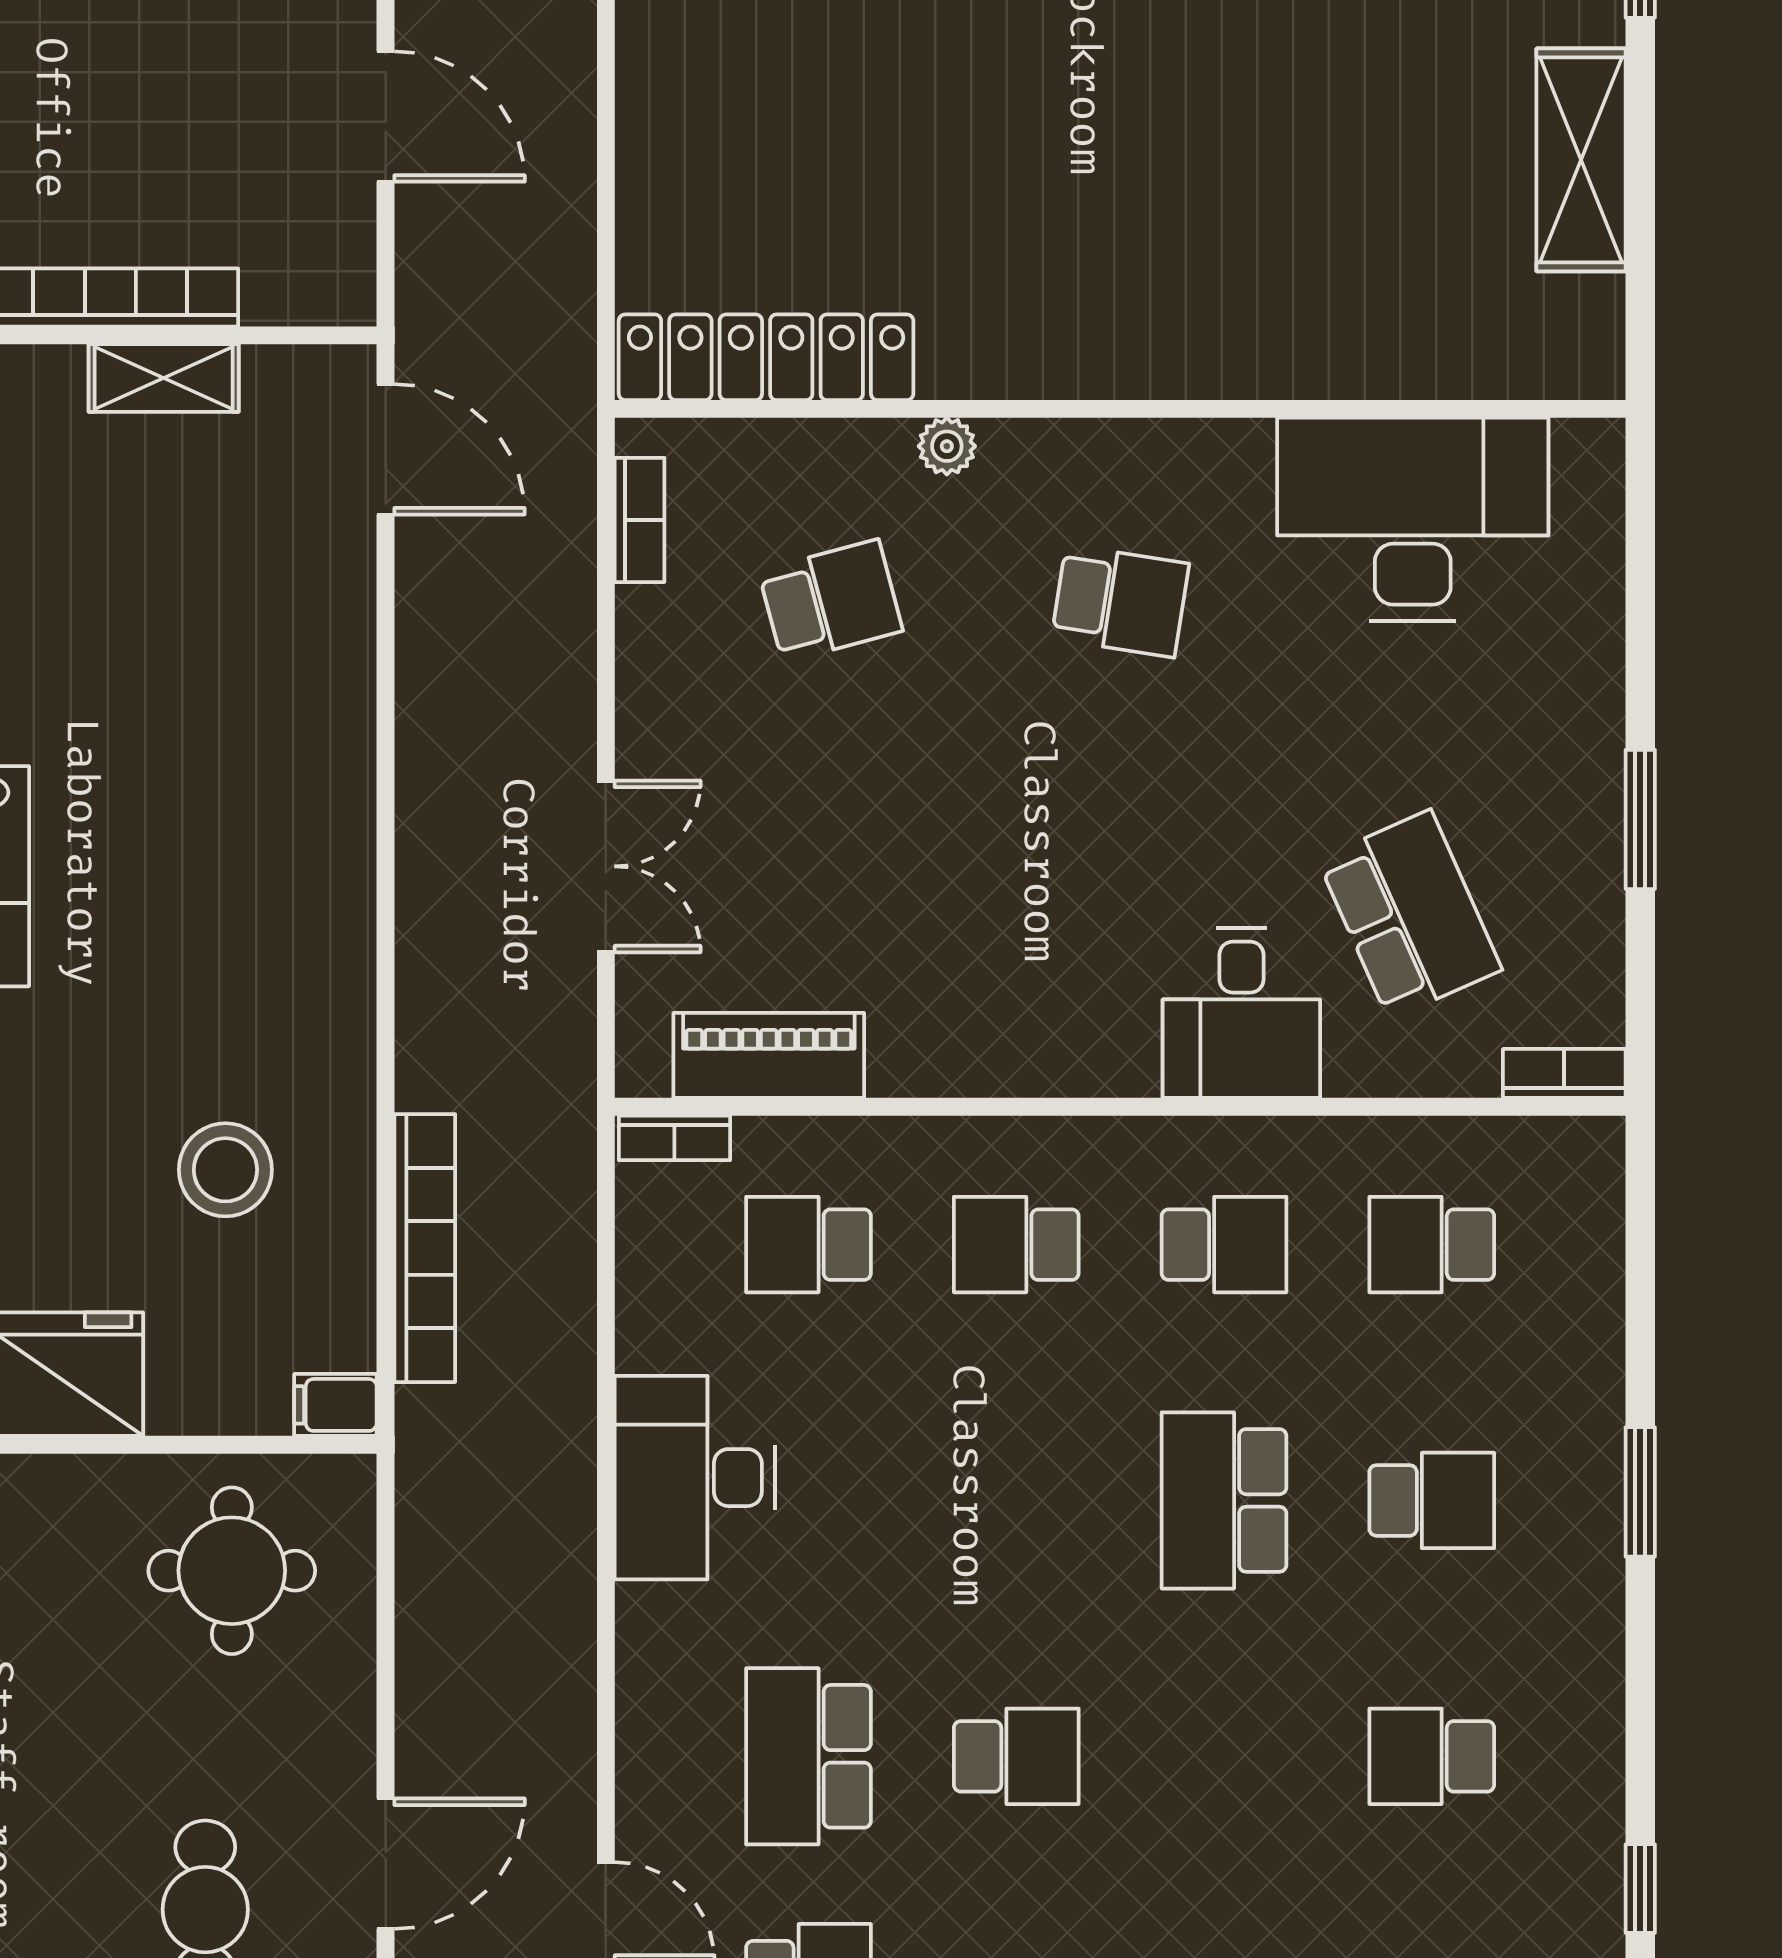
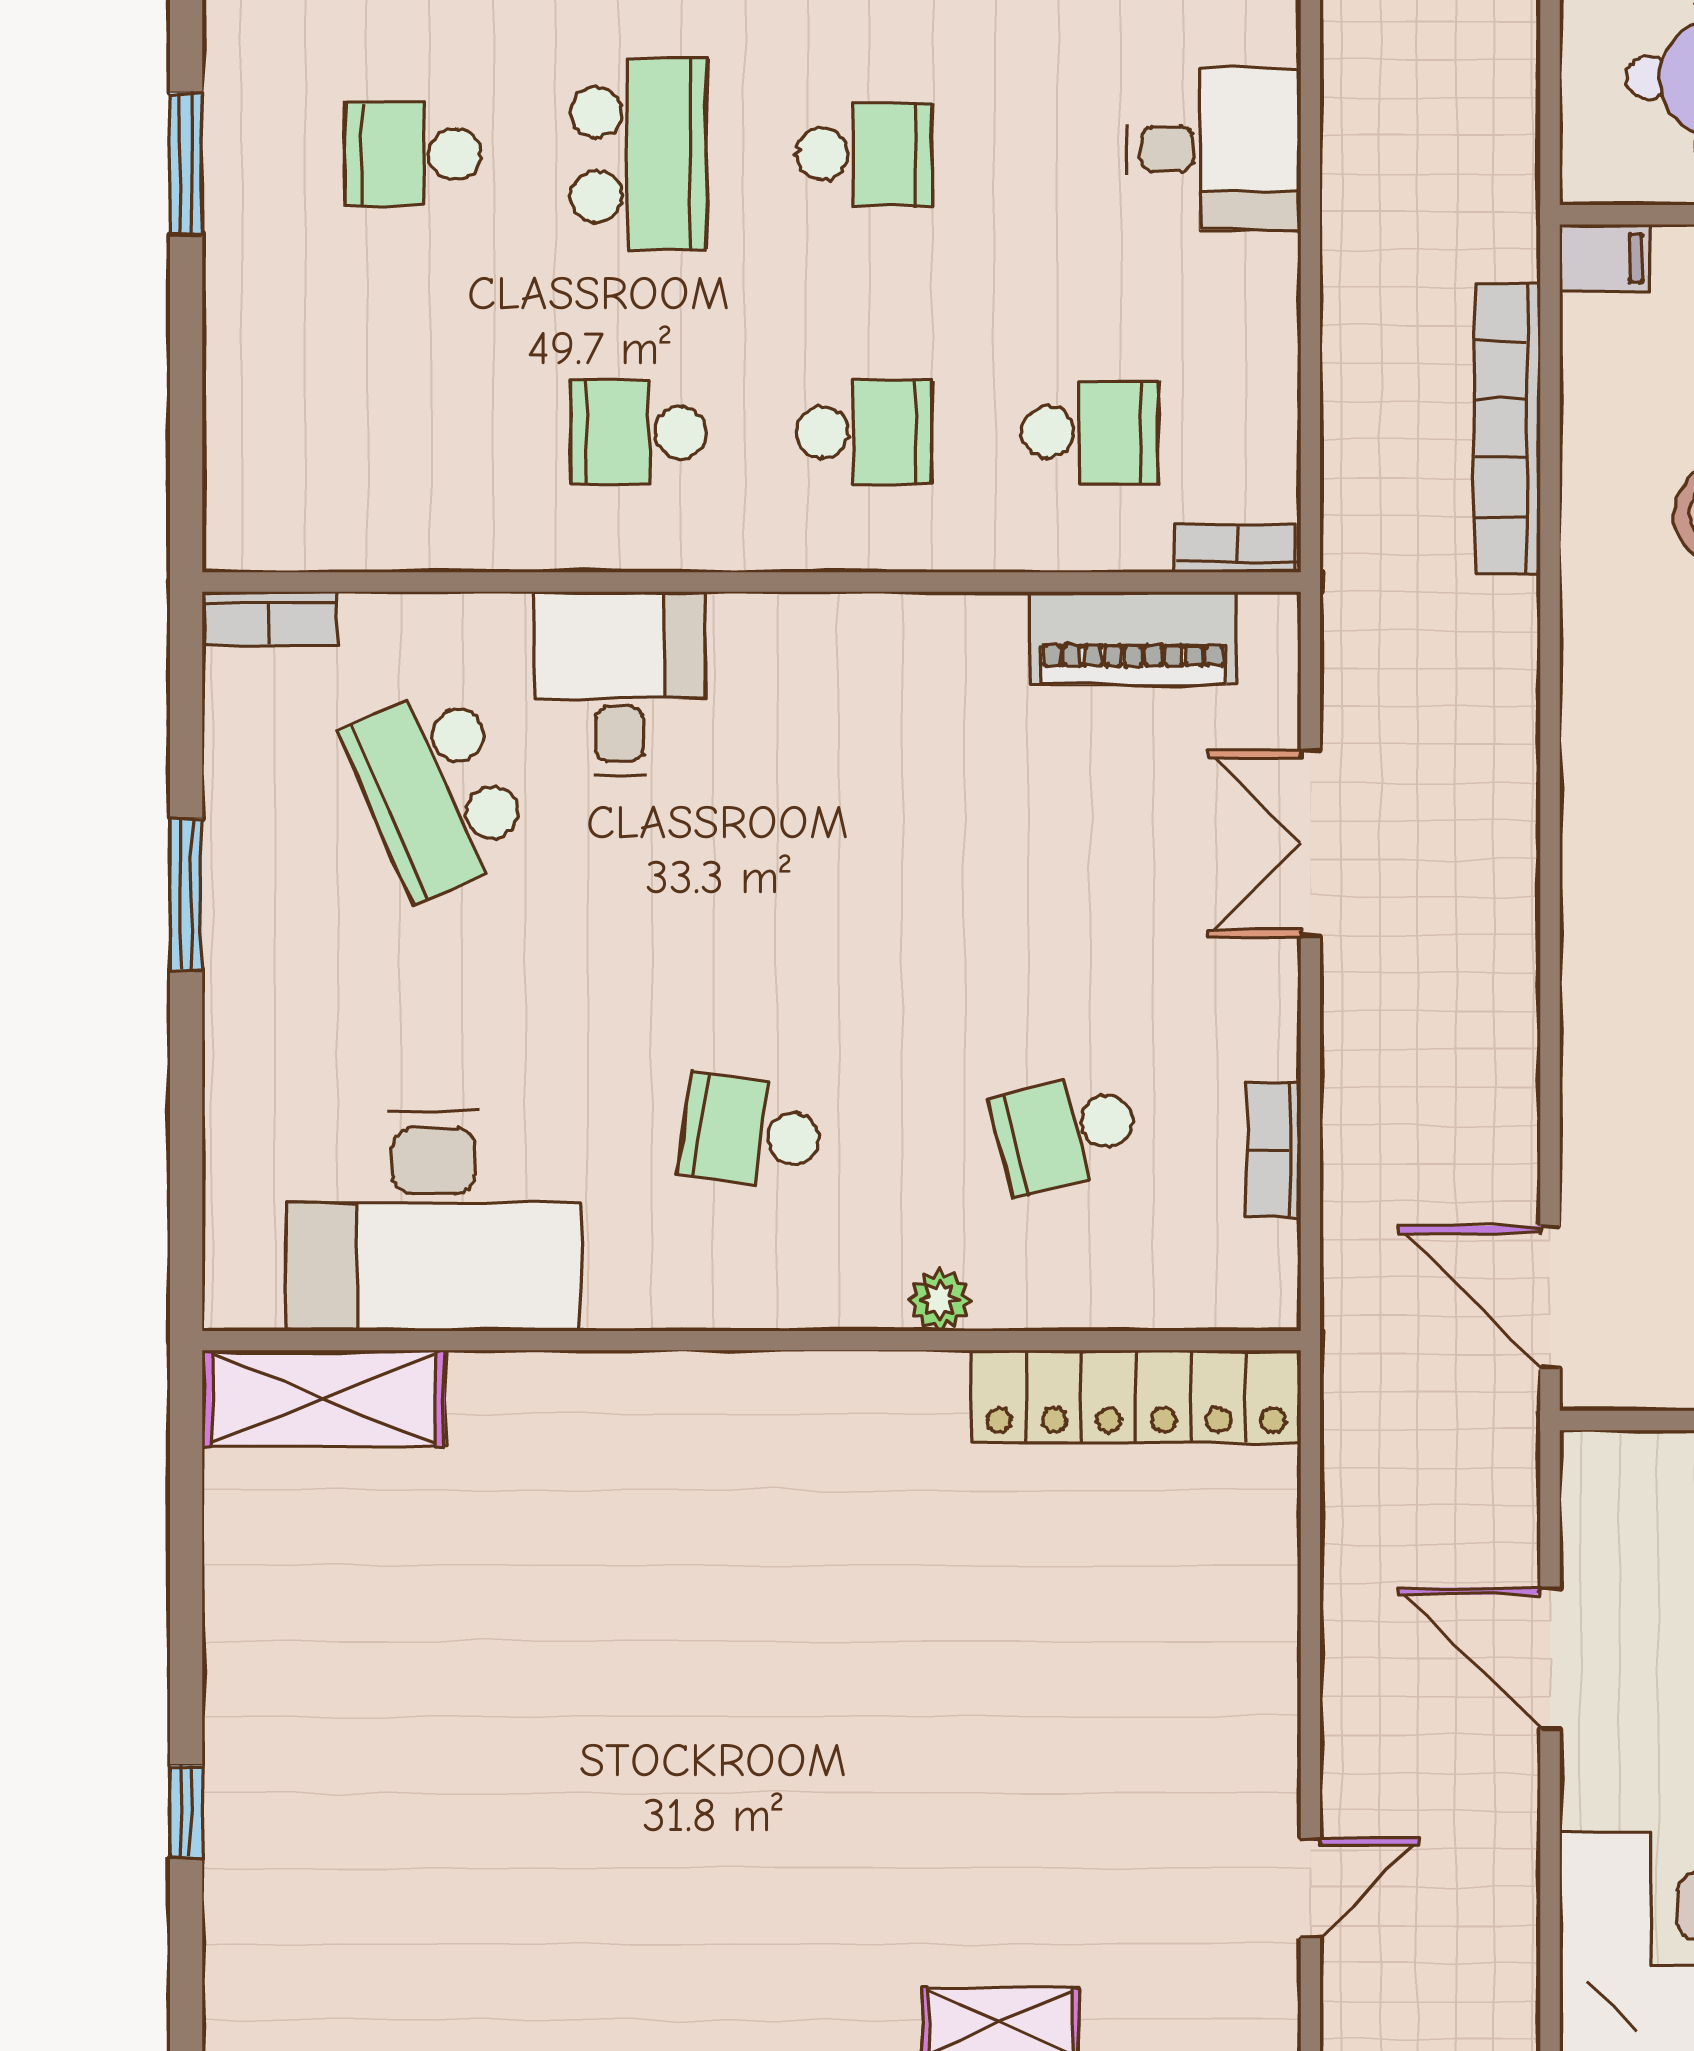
shelving: (1581, 160) -> (323, 1399), moved, turned 90
bookcase: (640, 520) -> (1274, 1150), moved
school desk: (1432, 1245) -> (864, 154), moved
desk: (695, 1478) -> (1214, 149), width x0.73

